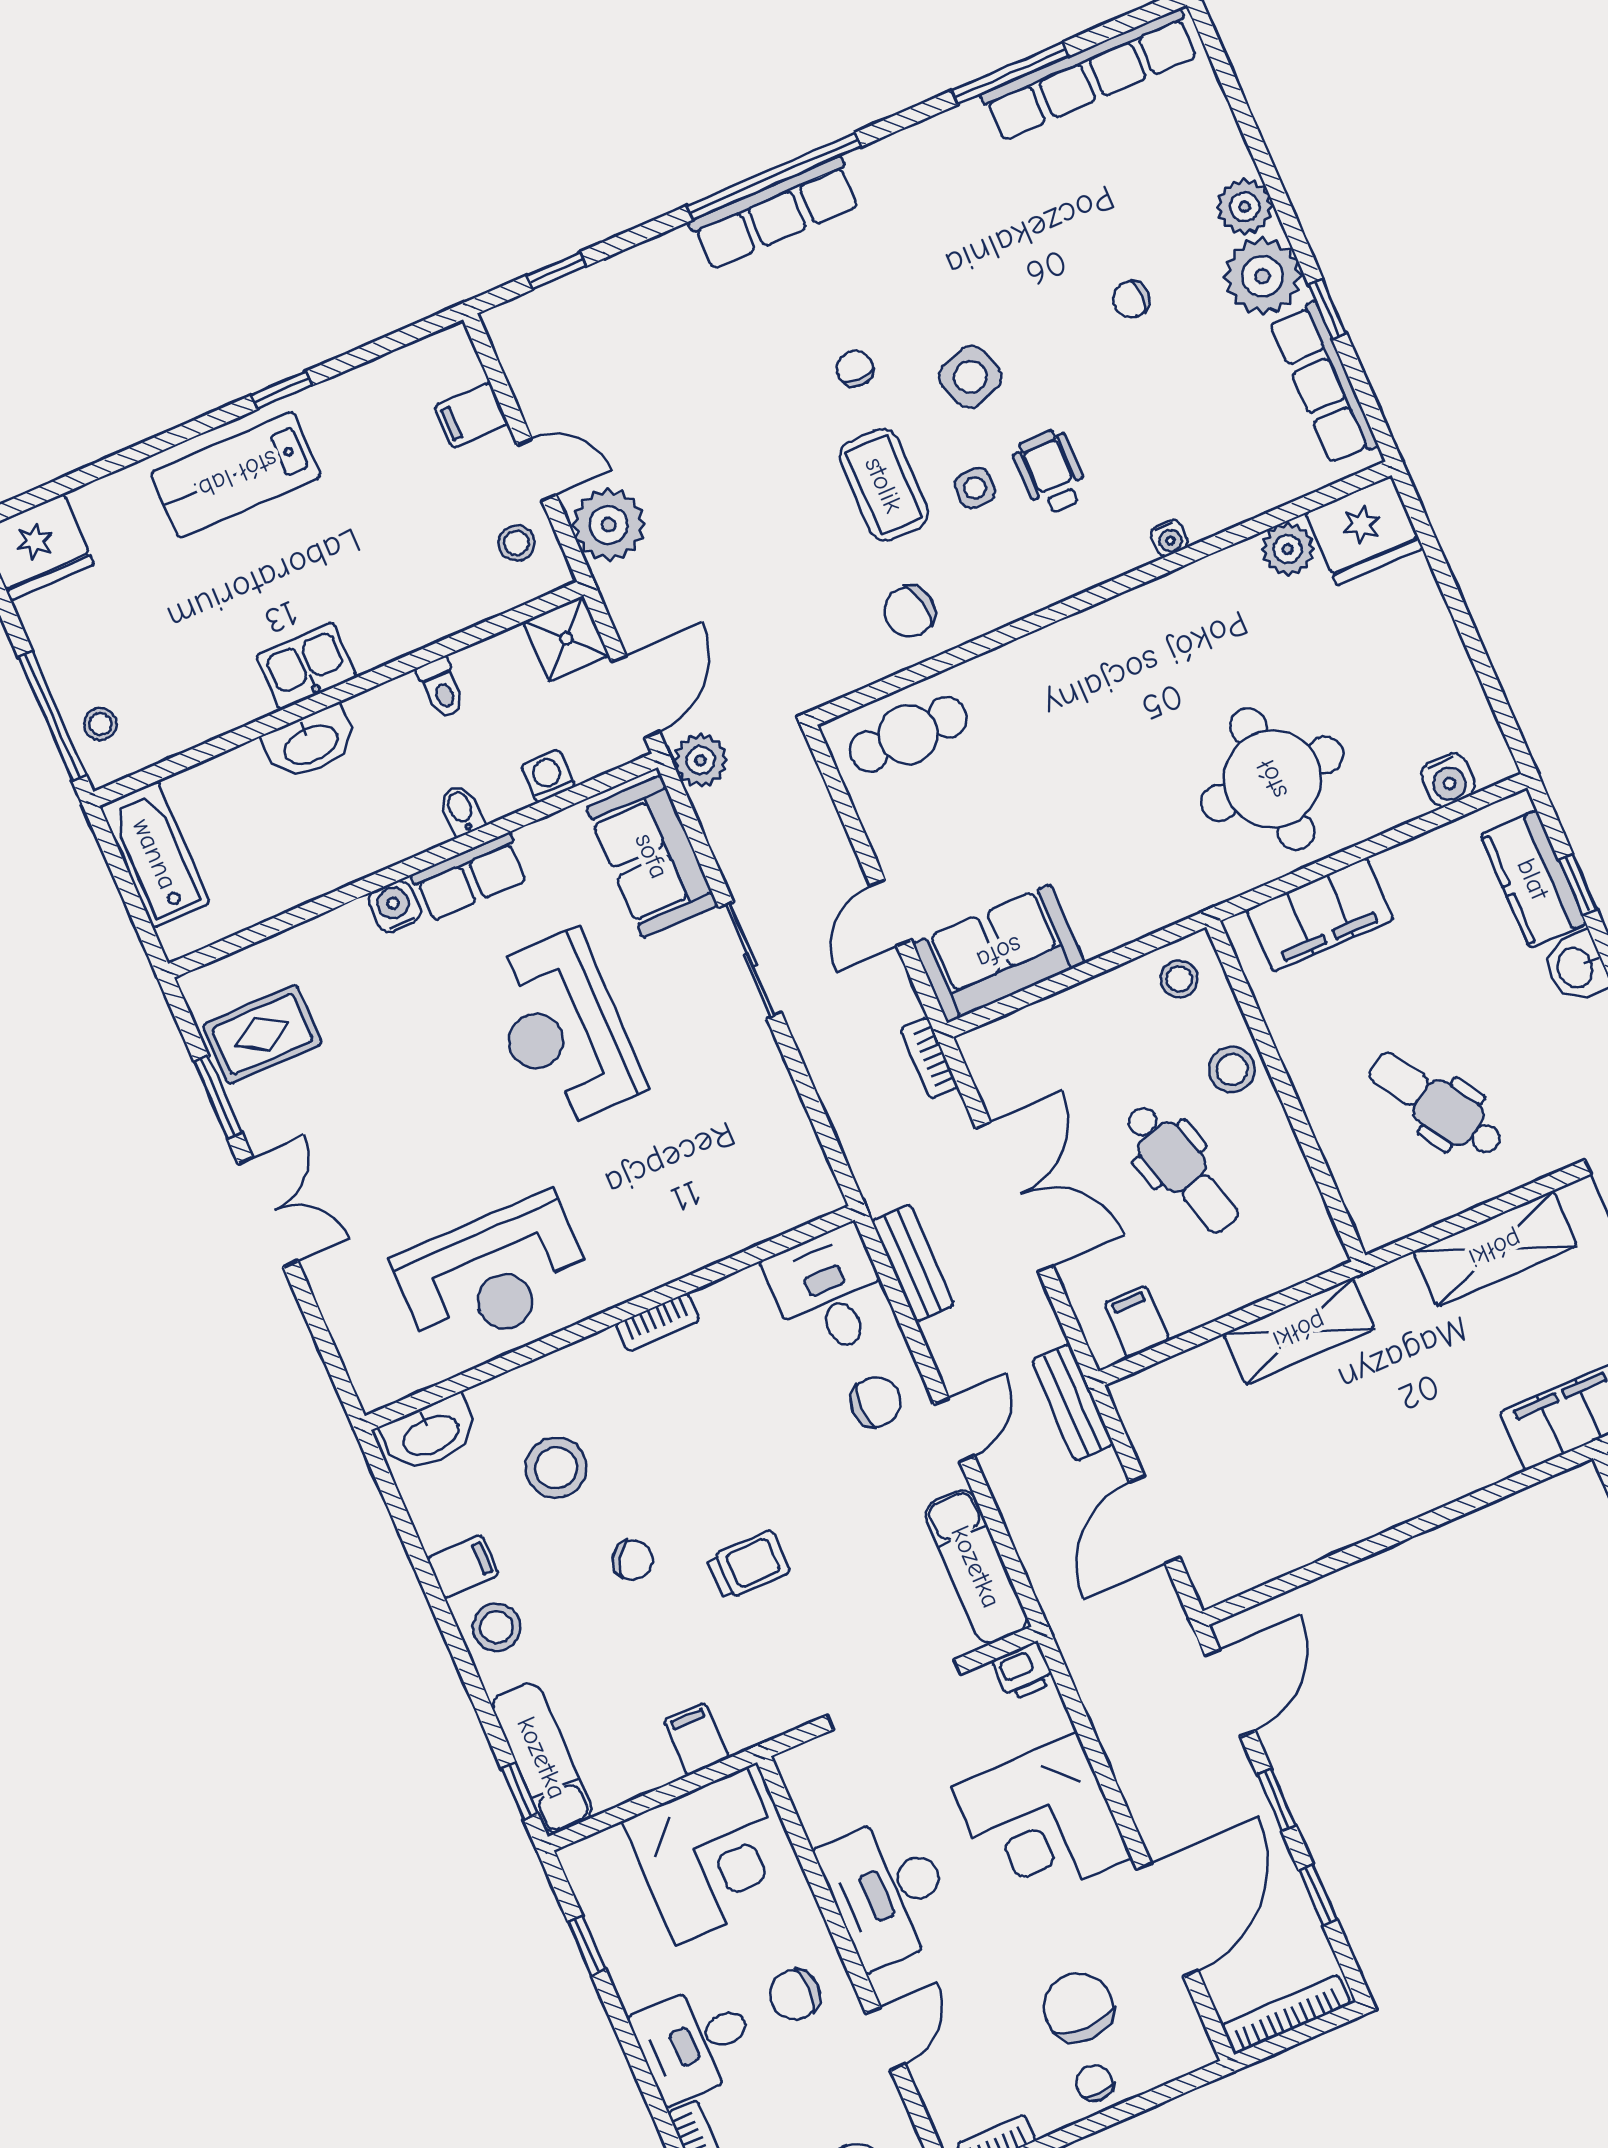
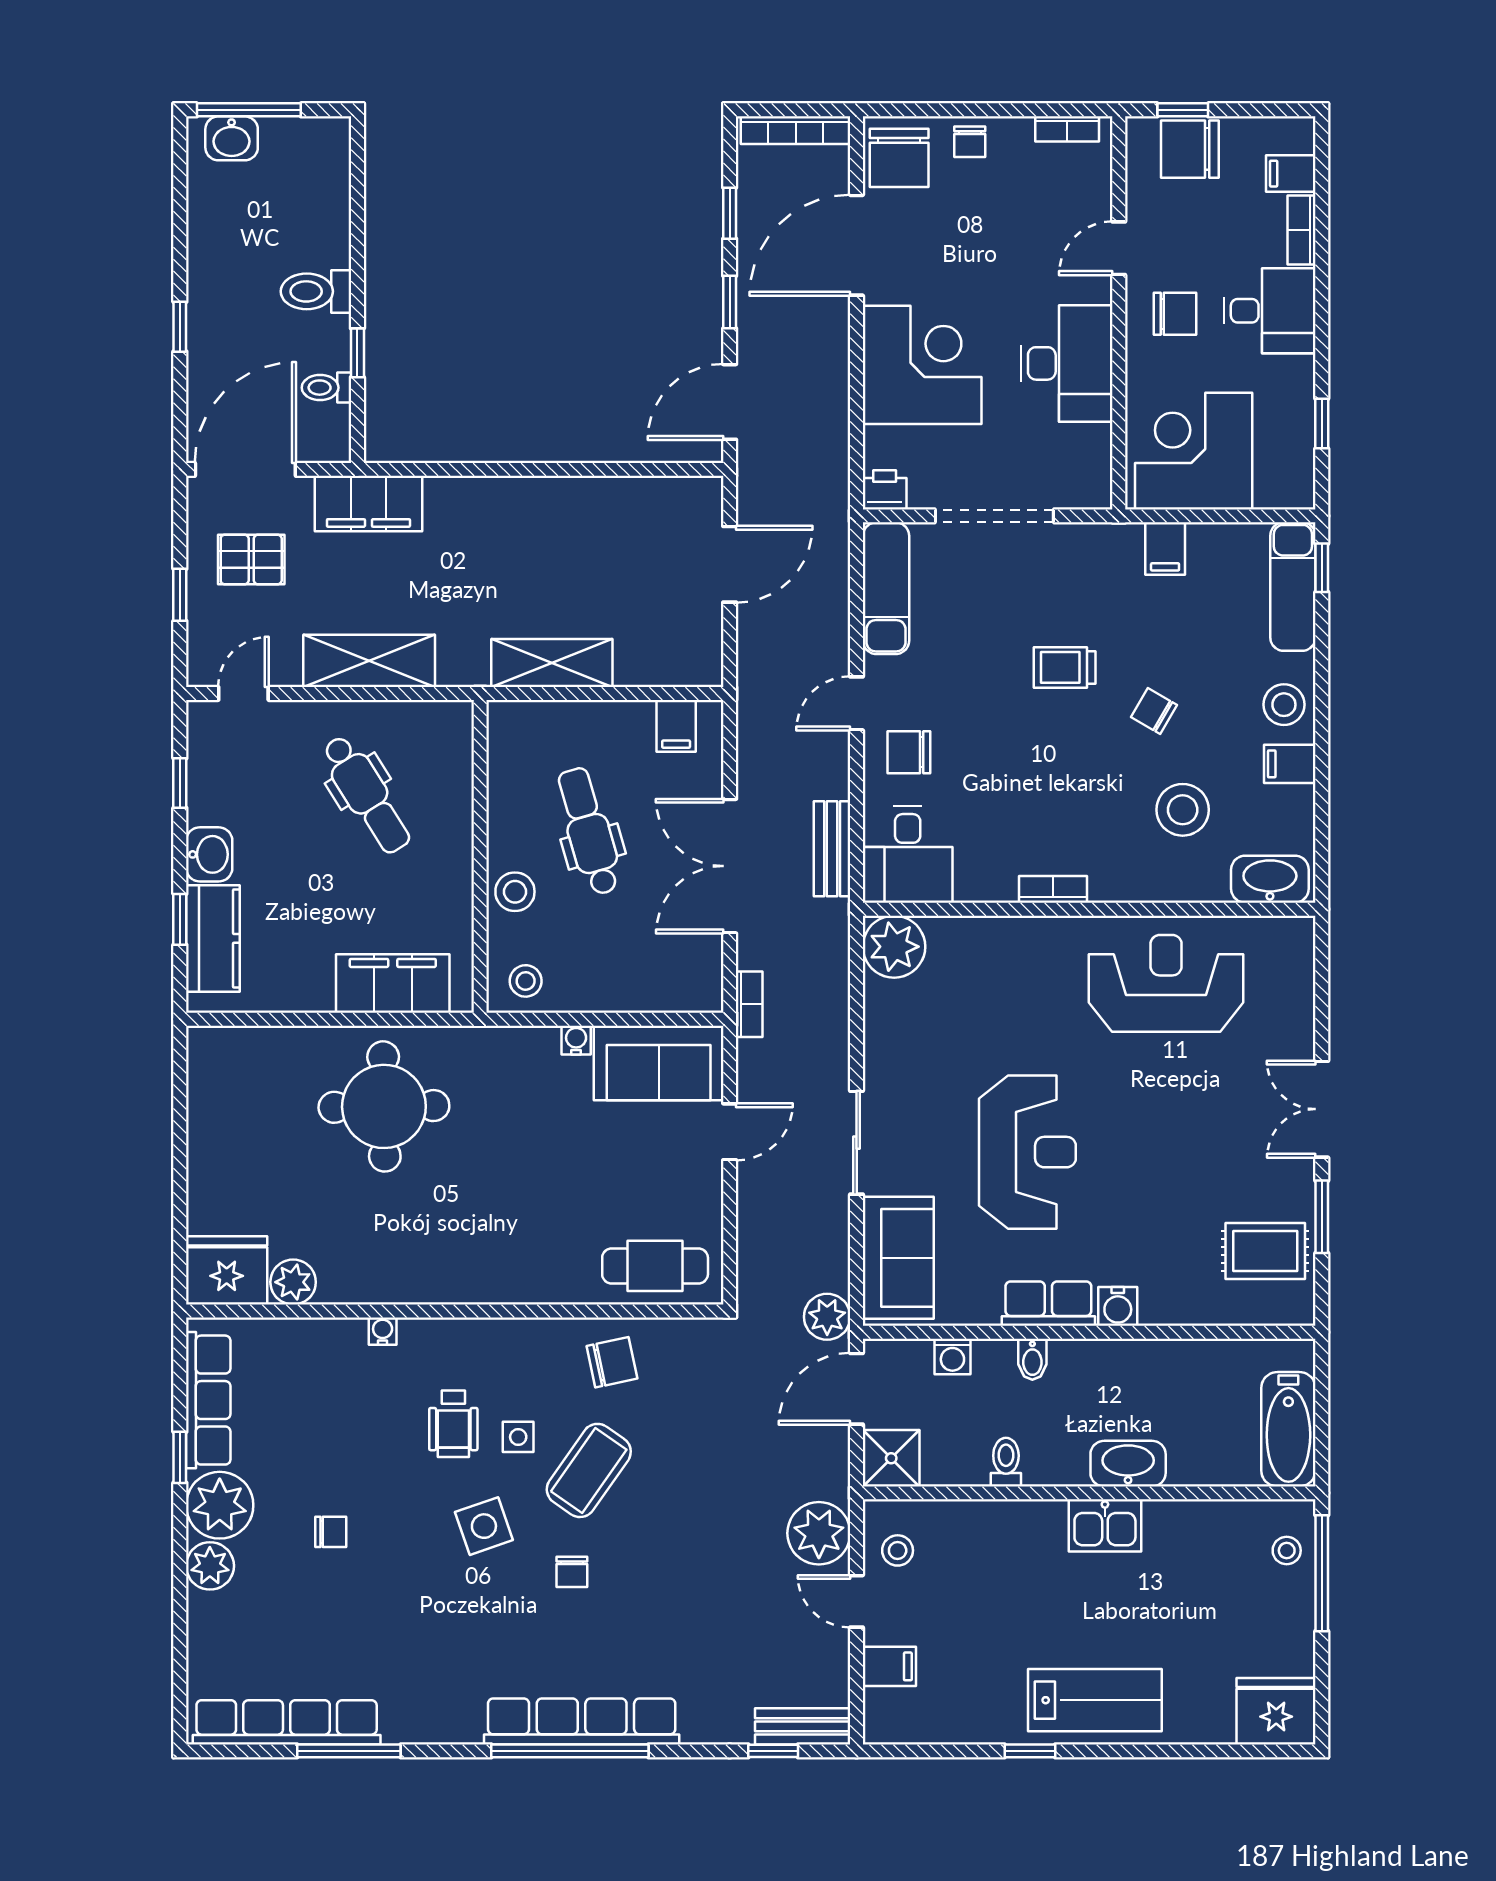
row of seats: (775, 213) -> (582, 1721), width x1.36
coffee table: (884, 485) -> (589, 1470), turned 35
water cooler: (1448, 780) -> (576, 1040), moved, width x0.72, depth x0.72
plant: (801, 1187) -> (894, 947), added
bench: (1072, 1402) -> (803, 1726), moved, turned 90
chair: (1078, 2007) -> (899, 158), moved

